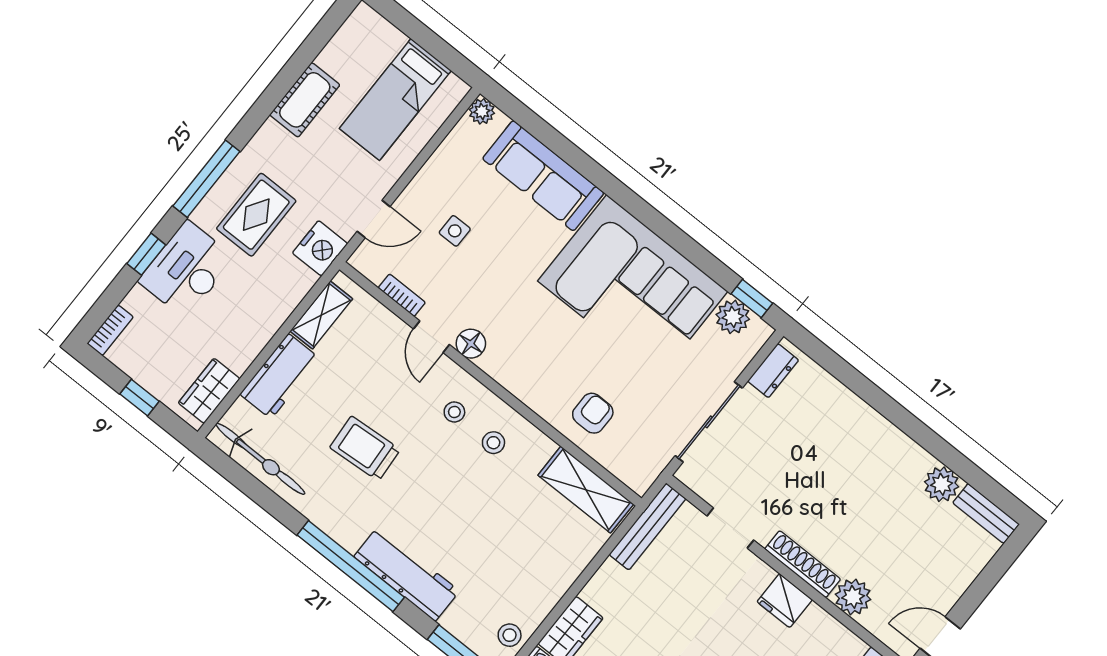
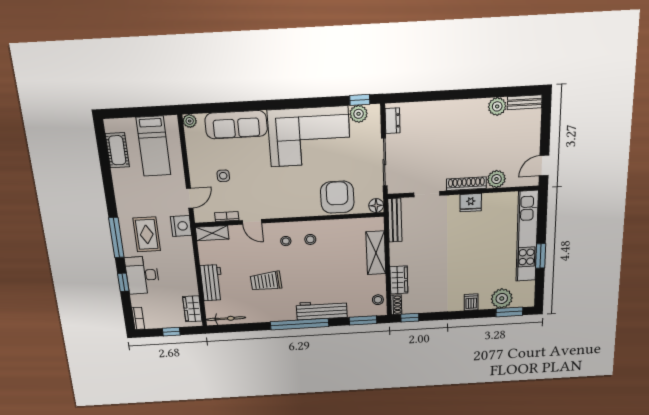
cot: (305, 100) -> (117, 150), moved
shelving: (321, 315) -> (212, 233), moved, turned 90
floor lamp: (471, 344) -> (376, 206), moved
armchair: (593, 413) -> (337, 197), width x1.88, depth x1.88
bicycle: (260, 459) -> (226, 319), width x0.73, depth x0.71
shelving: (586, 490) -> (376, 253), moved, turned 90

